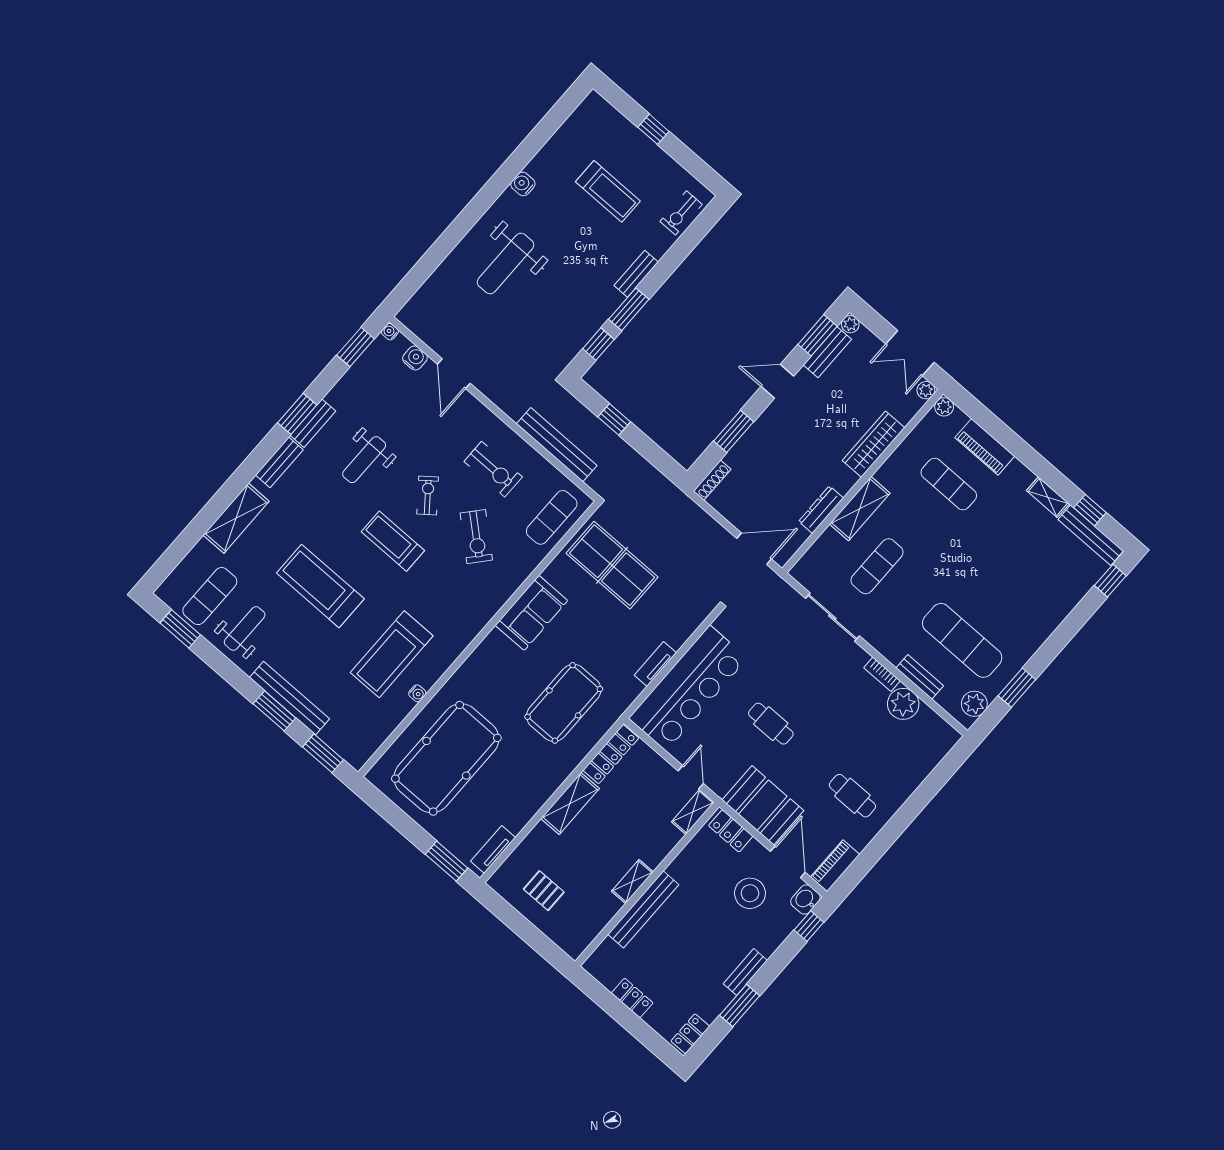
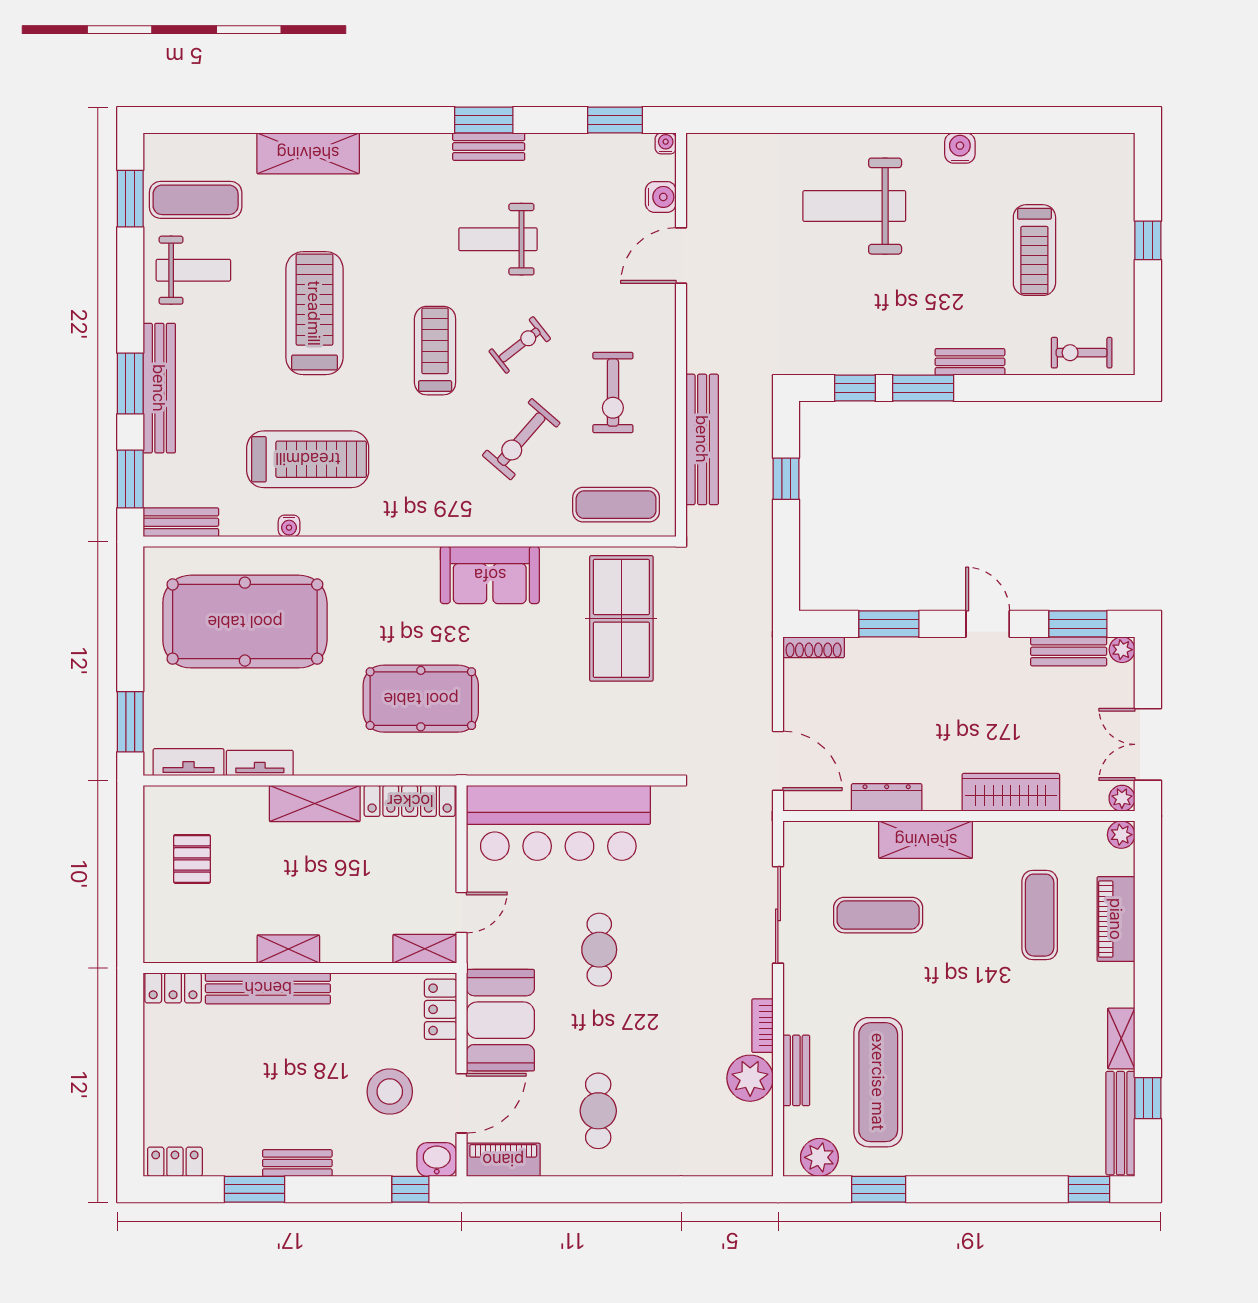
bench: (279, 462) -> (181, 522), moved
treadmill: (392, 654) -> (308, 459), turned 180
tv unit: (655, 664) -> (260, 763), moved
locker: (632, 998) -> (173, 988), moved, turned 90

